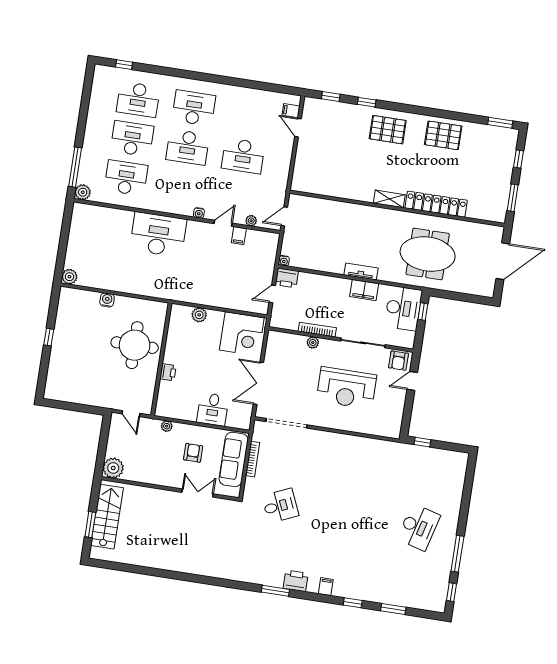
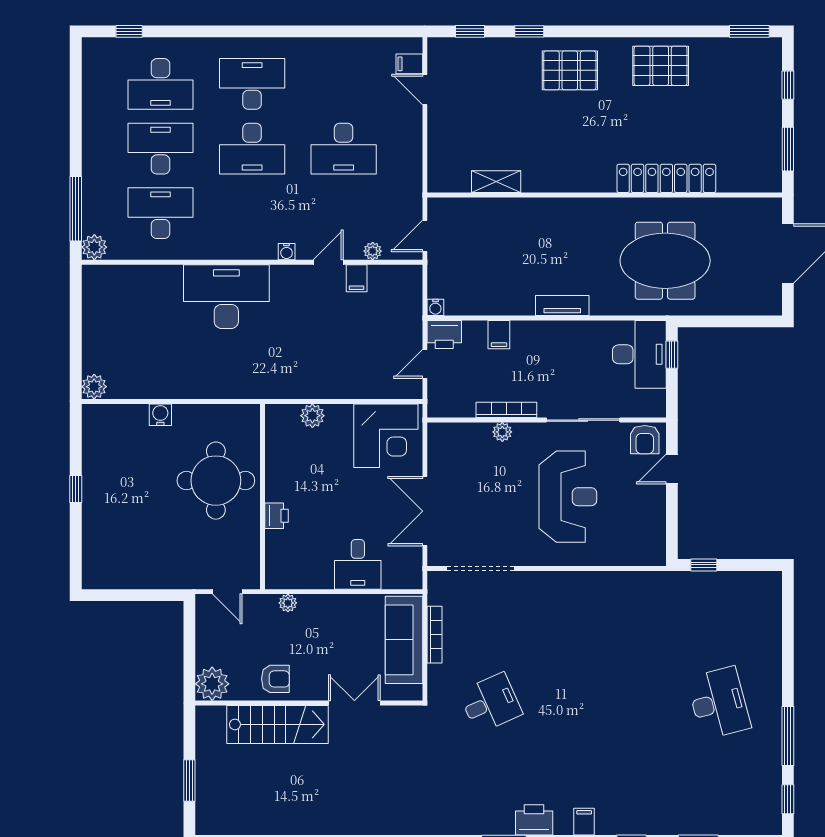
shelving: (389, 199) -> (496, 182), moved
filing cabinet: (364, 290) -> (499, 335), moved, width x0.50
reception desk: (346, 388) -> (568, 497), turned -90
armchair: (193, 453) -> (275, 679), moved, turned 90
stairs: (107, 517) -> (278, 724), moved, turned 90
desk: (419, 527) -> (719, 703), turned -30

